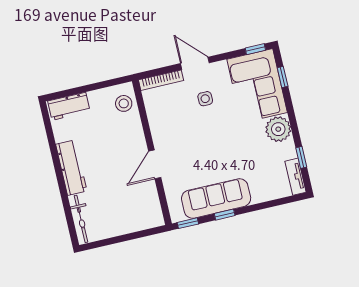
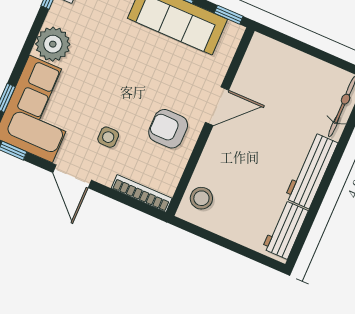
door: (195, 63) -> (72, 176), moved
workbench: (69, 106) -> (285, 230), moved, turned -90
armchair: (174, 130) -> (168, 129), added

